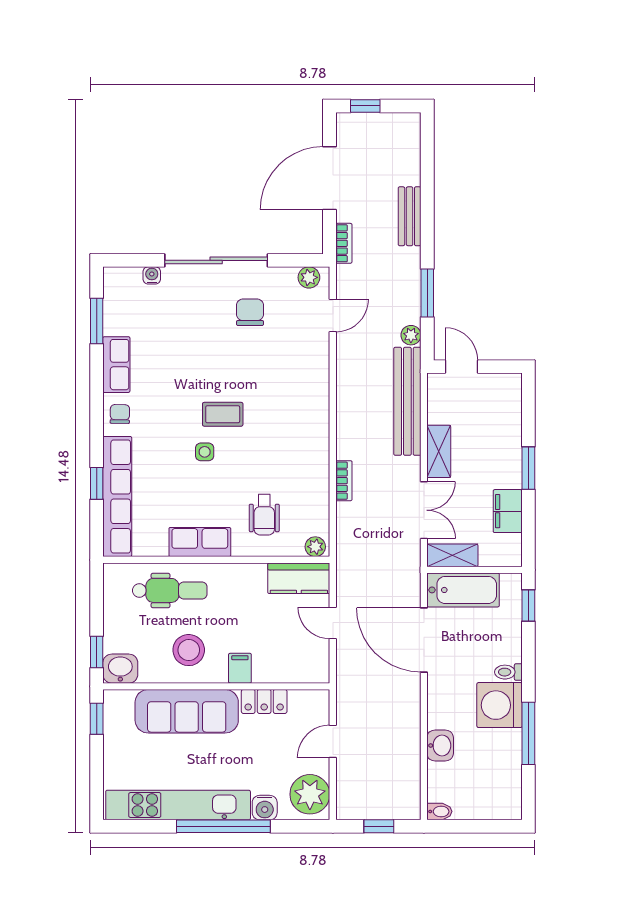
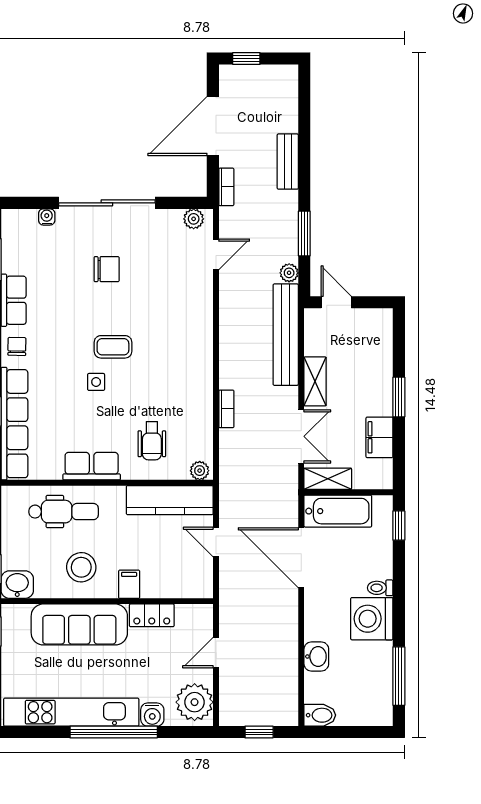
chair: (250, 312) -> (107, 269), moved, turned 90
kitchen counter: (299, 578) -> (170, 500), width x1.50
window: (528, 733) -> (399, 676), moved
bidet: (439, 811) -> (320, 715), width x1.38, depth x1.36

